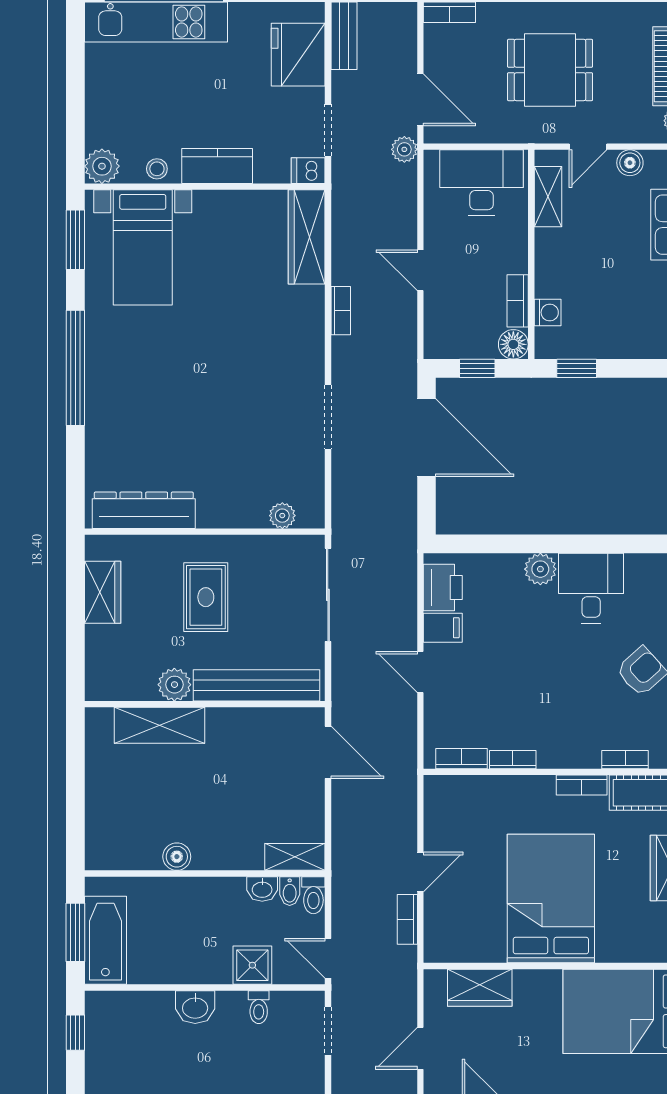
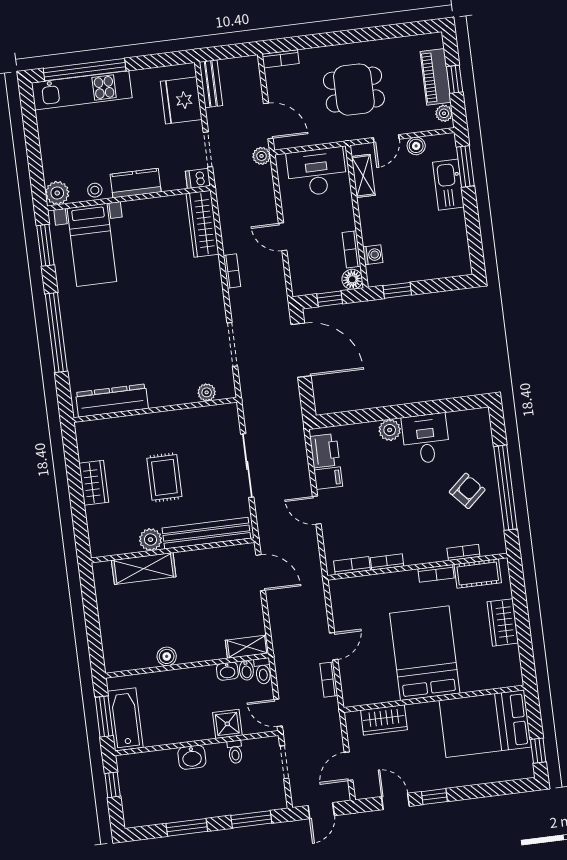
dresser: (144, 510) -> (112, 400), moved
plant: (282, 516) -> (207, 392), moved
wall: (205, 532) -> (155, 410), moved

